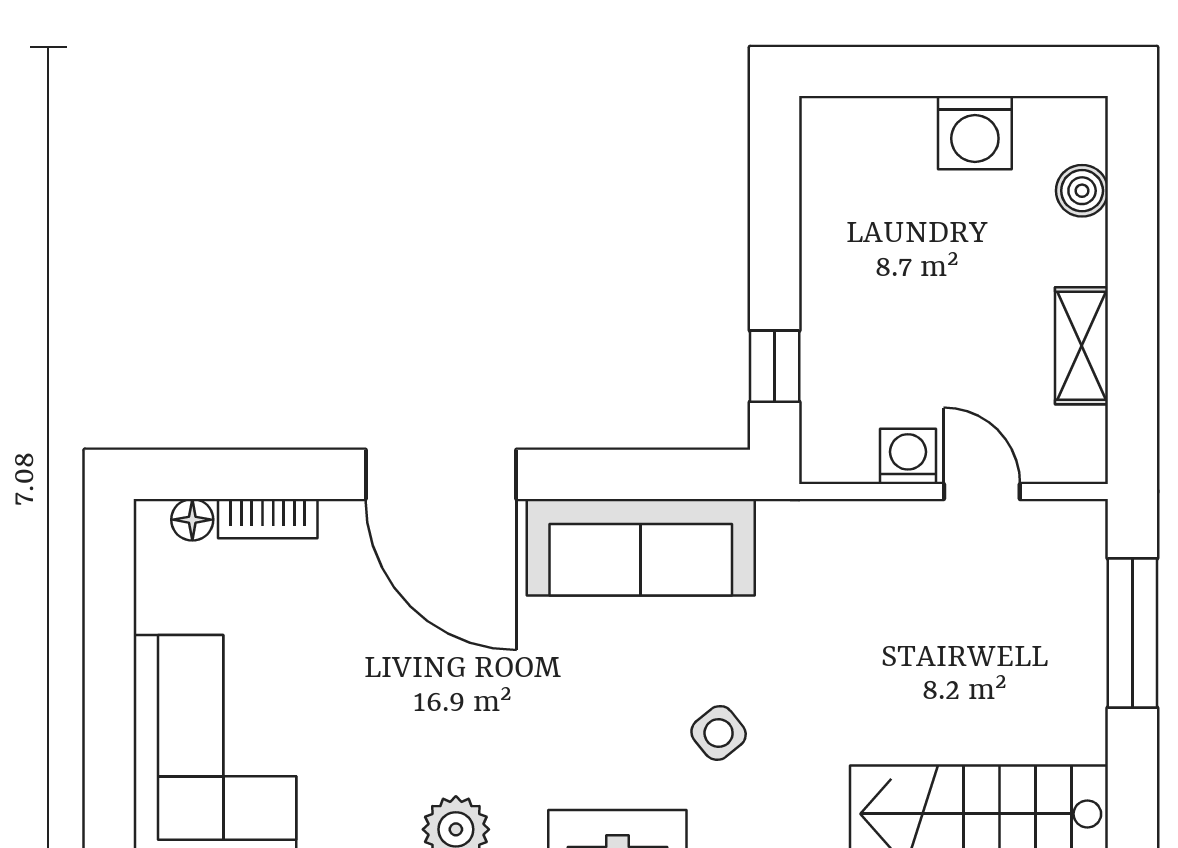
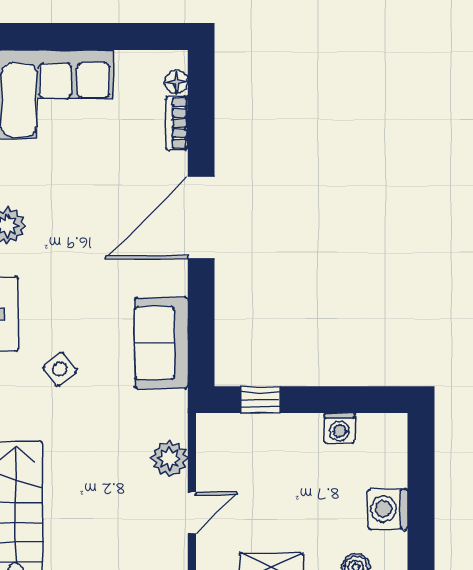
washing machine: (908, 456) -> (340, 428), moved, turned 90
plant: (883, 532) -> (169, 459), added
sofa: (641, 547) -> (161, 343), width x0.73

